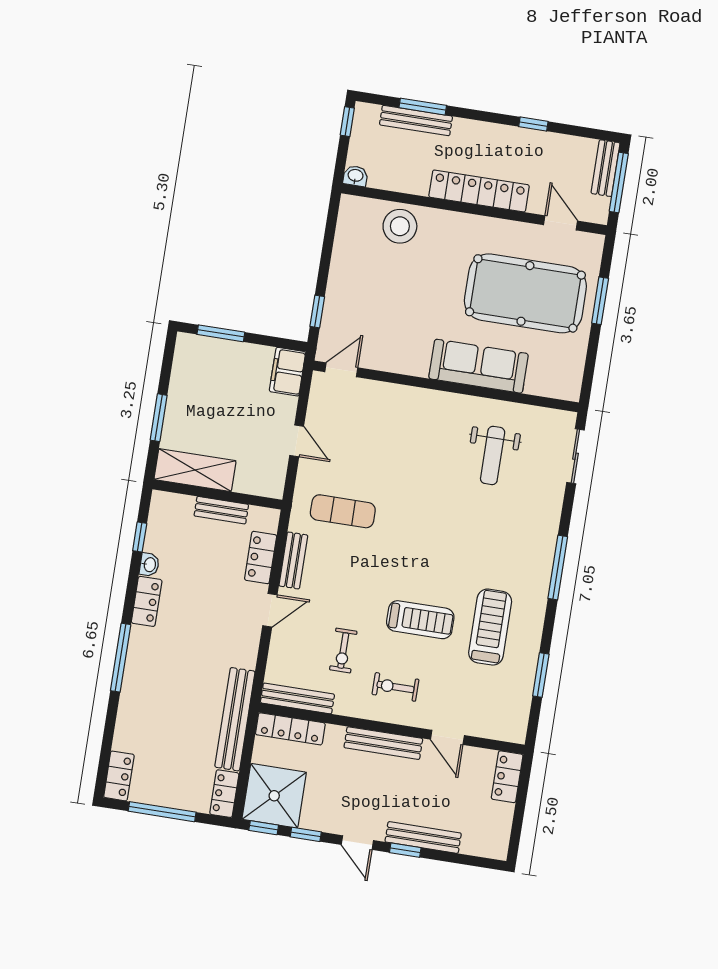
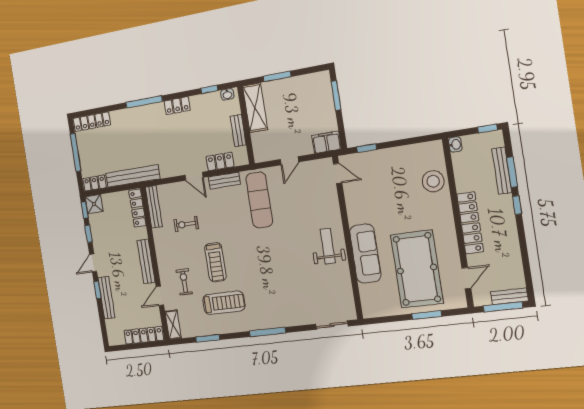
window: (533, 124) -> (517, 205), moved
weight bench: (493, 455) -> (328, 246), moved, turned 90
exercise mat: (343, 511) -> (259, 200), width x1.36, depth x1.45
washbasin: (149, 565) -> (227, 94), moved
exercise bike: (395, 687) -> (184, 282), moved
shelving: (502, 730) -> (173, 325), added
locker: (119, 776) -> (92, 122), width x1.53
locker: (507, 777) -> (144, 335), width x1.53
shower: (274, 796) -> (94, 204), width x0.54, depth x0.54

